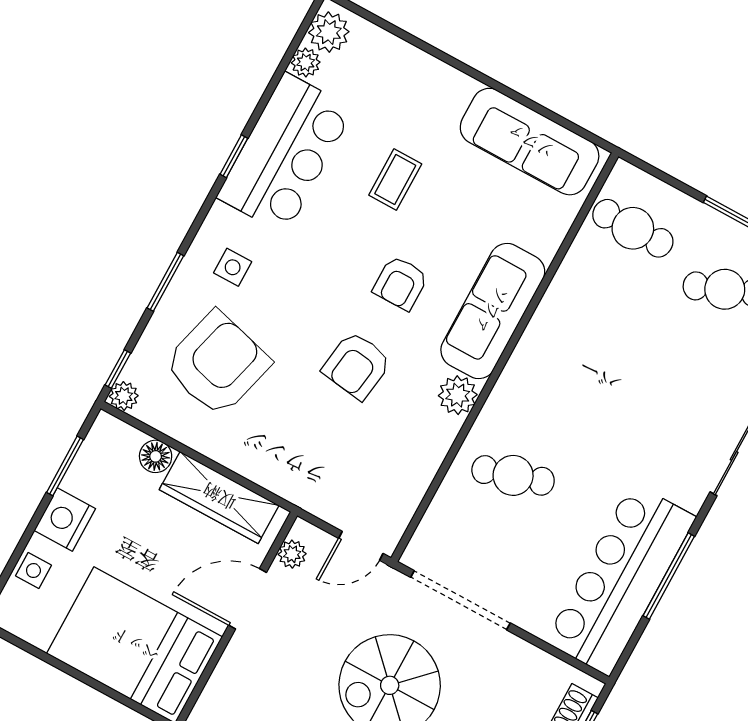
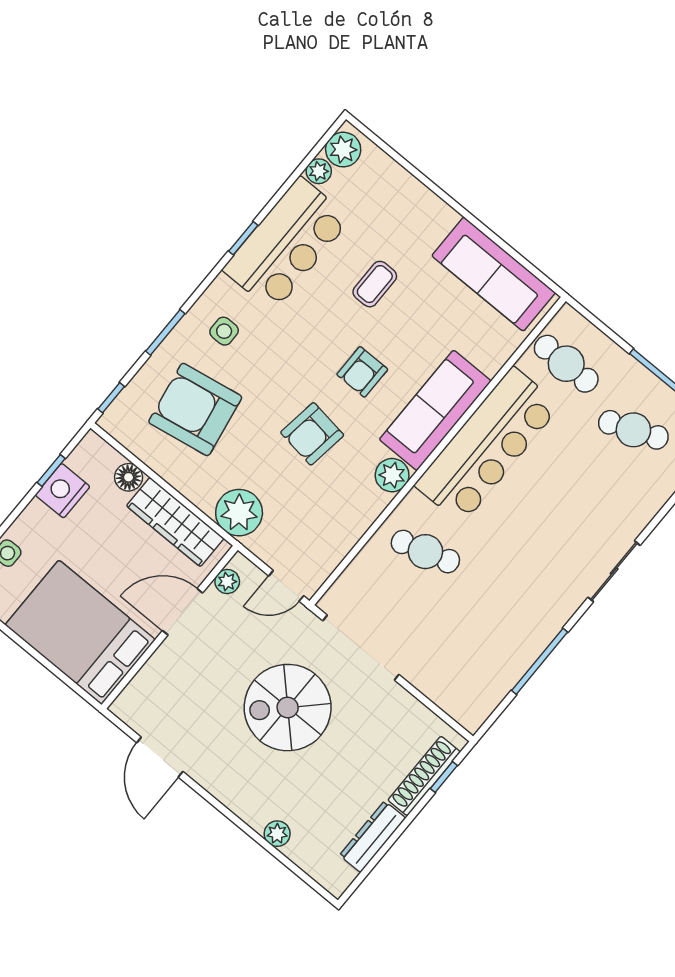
armchair: (217, 364) -> (195, 409), turned -115
plant: (124, 396) -> (239, 513), moved, width x1.88, depth x1.88
window: (65, 466) -> (51, 470), width x0.67
nightstand: (65, 520) -> (63, 491), moved
bar counter: (620, 579) -> (487, 445), moved, turned 180

